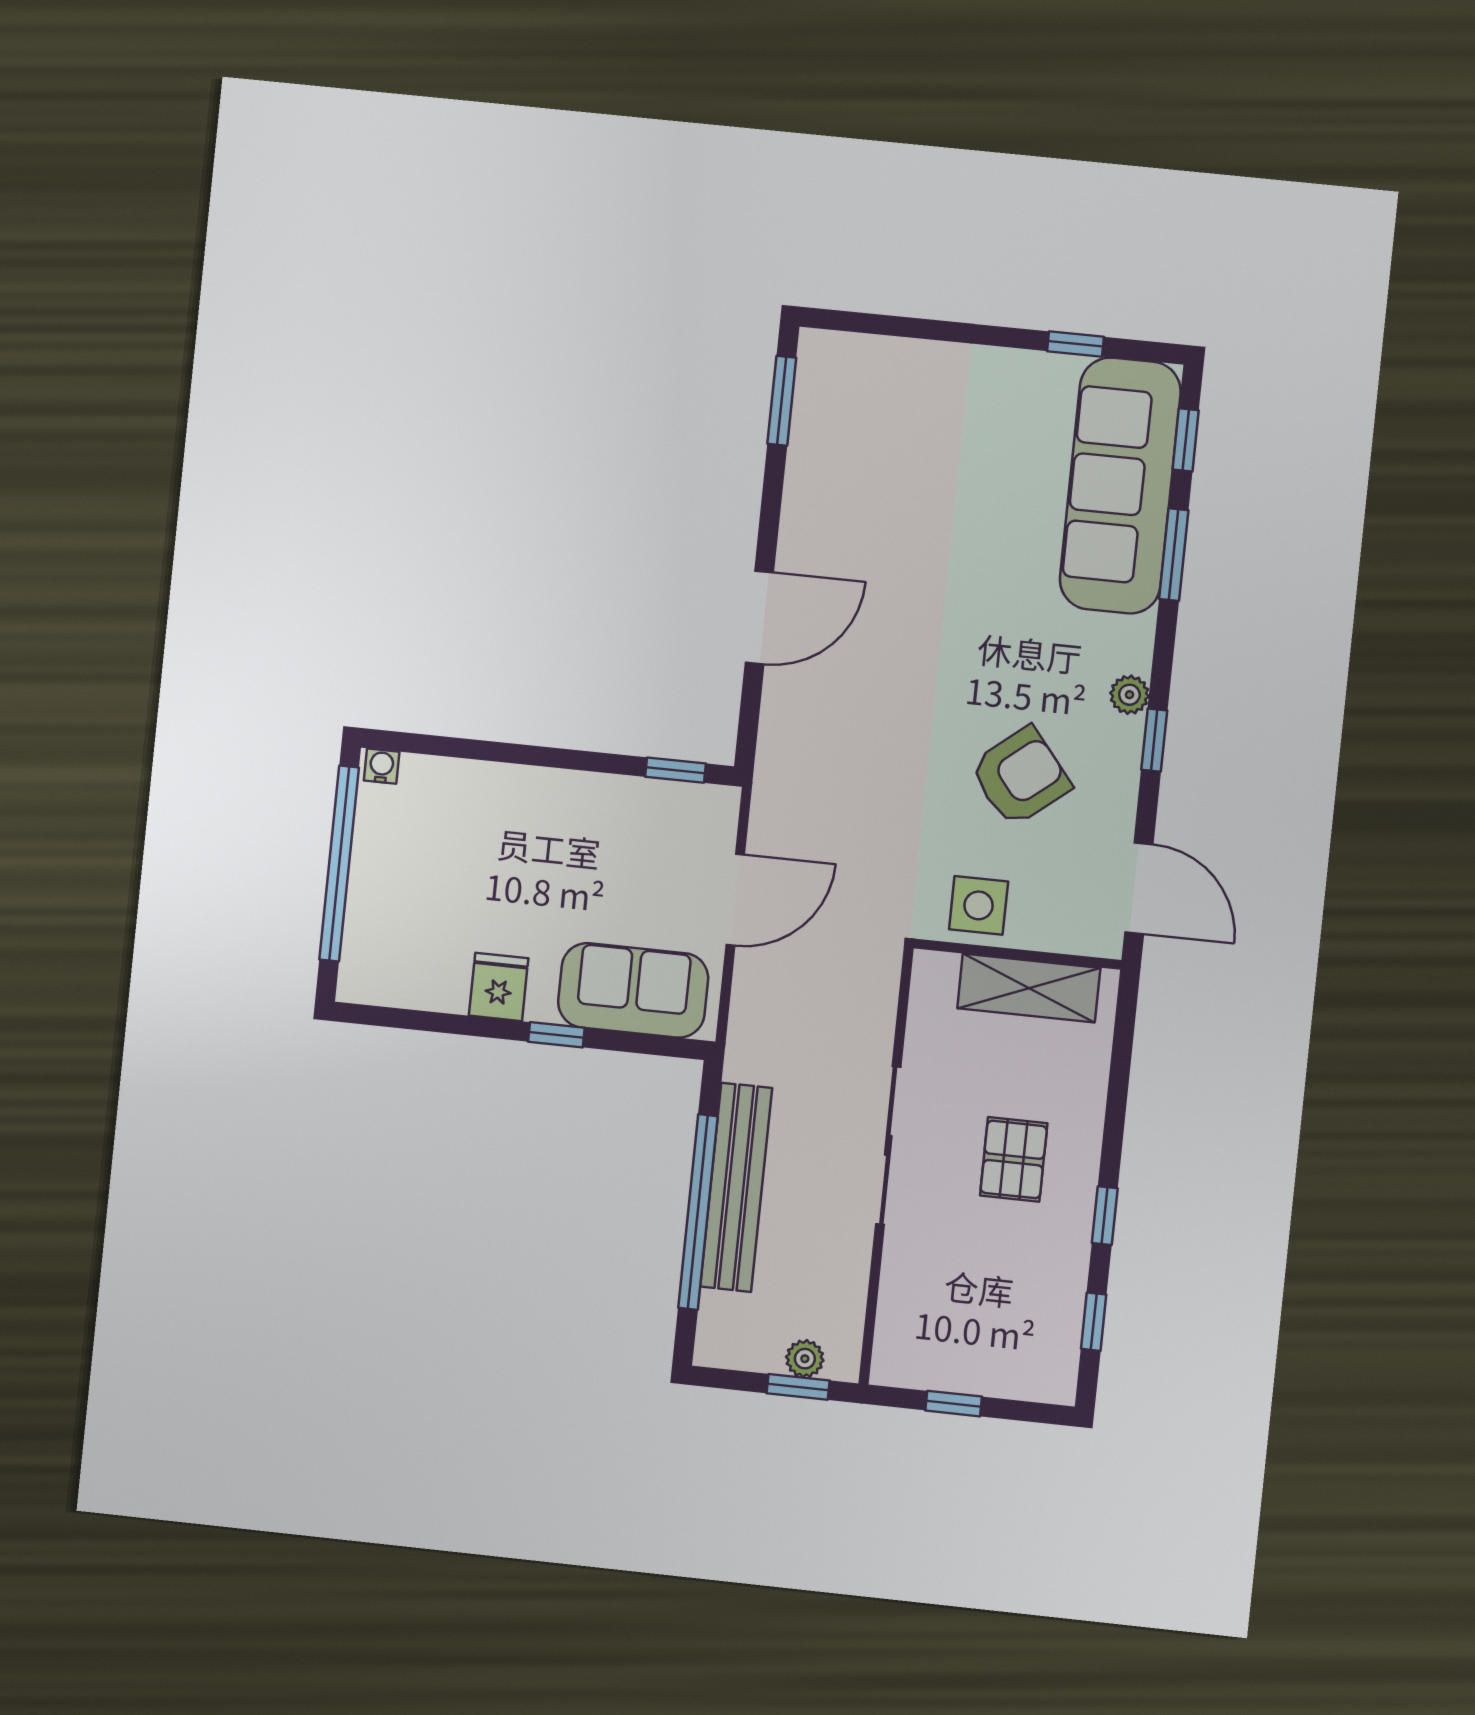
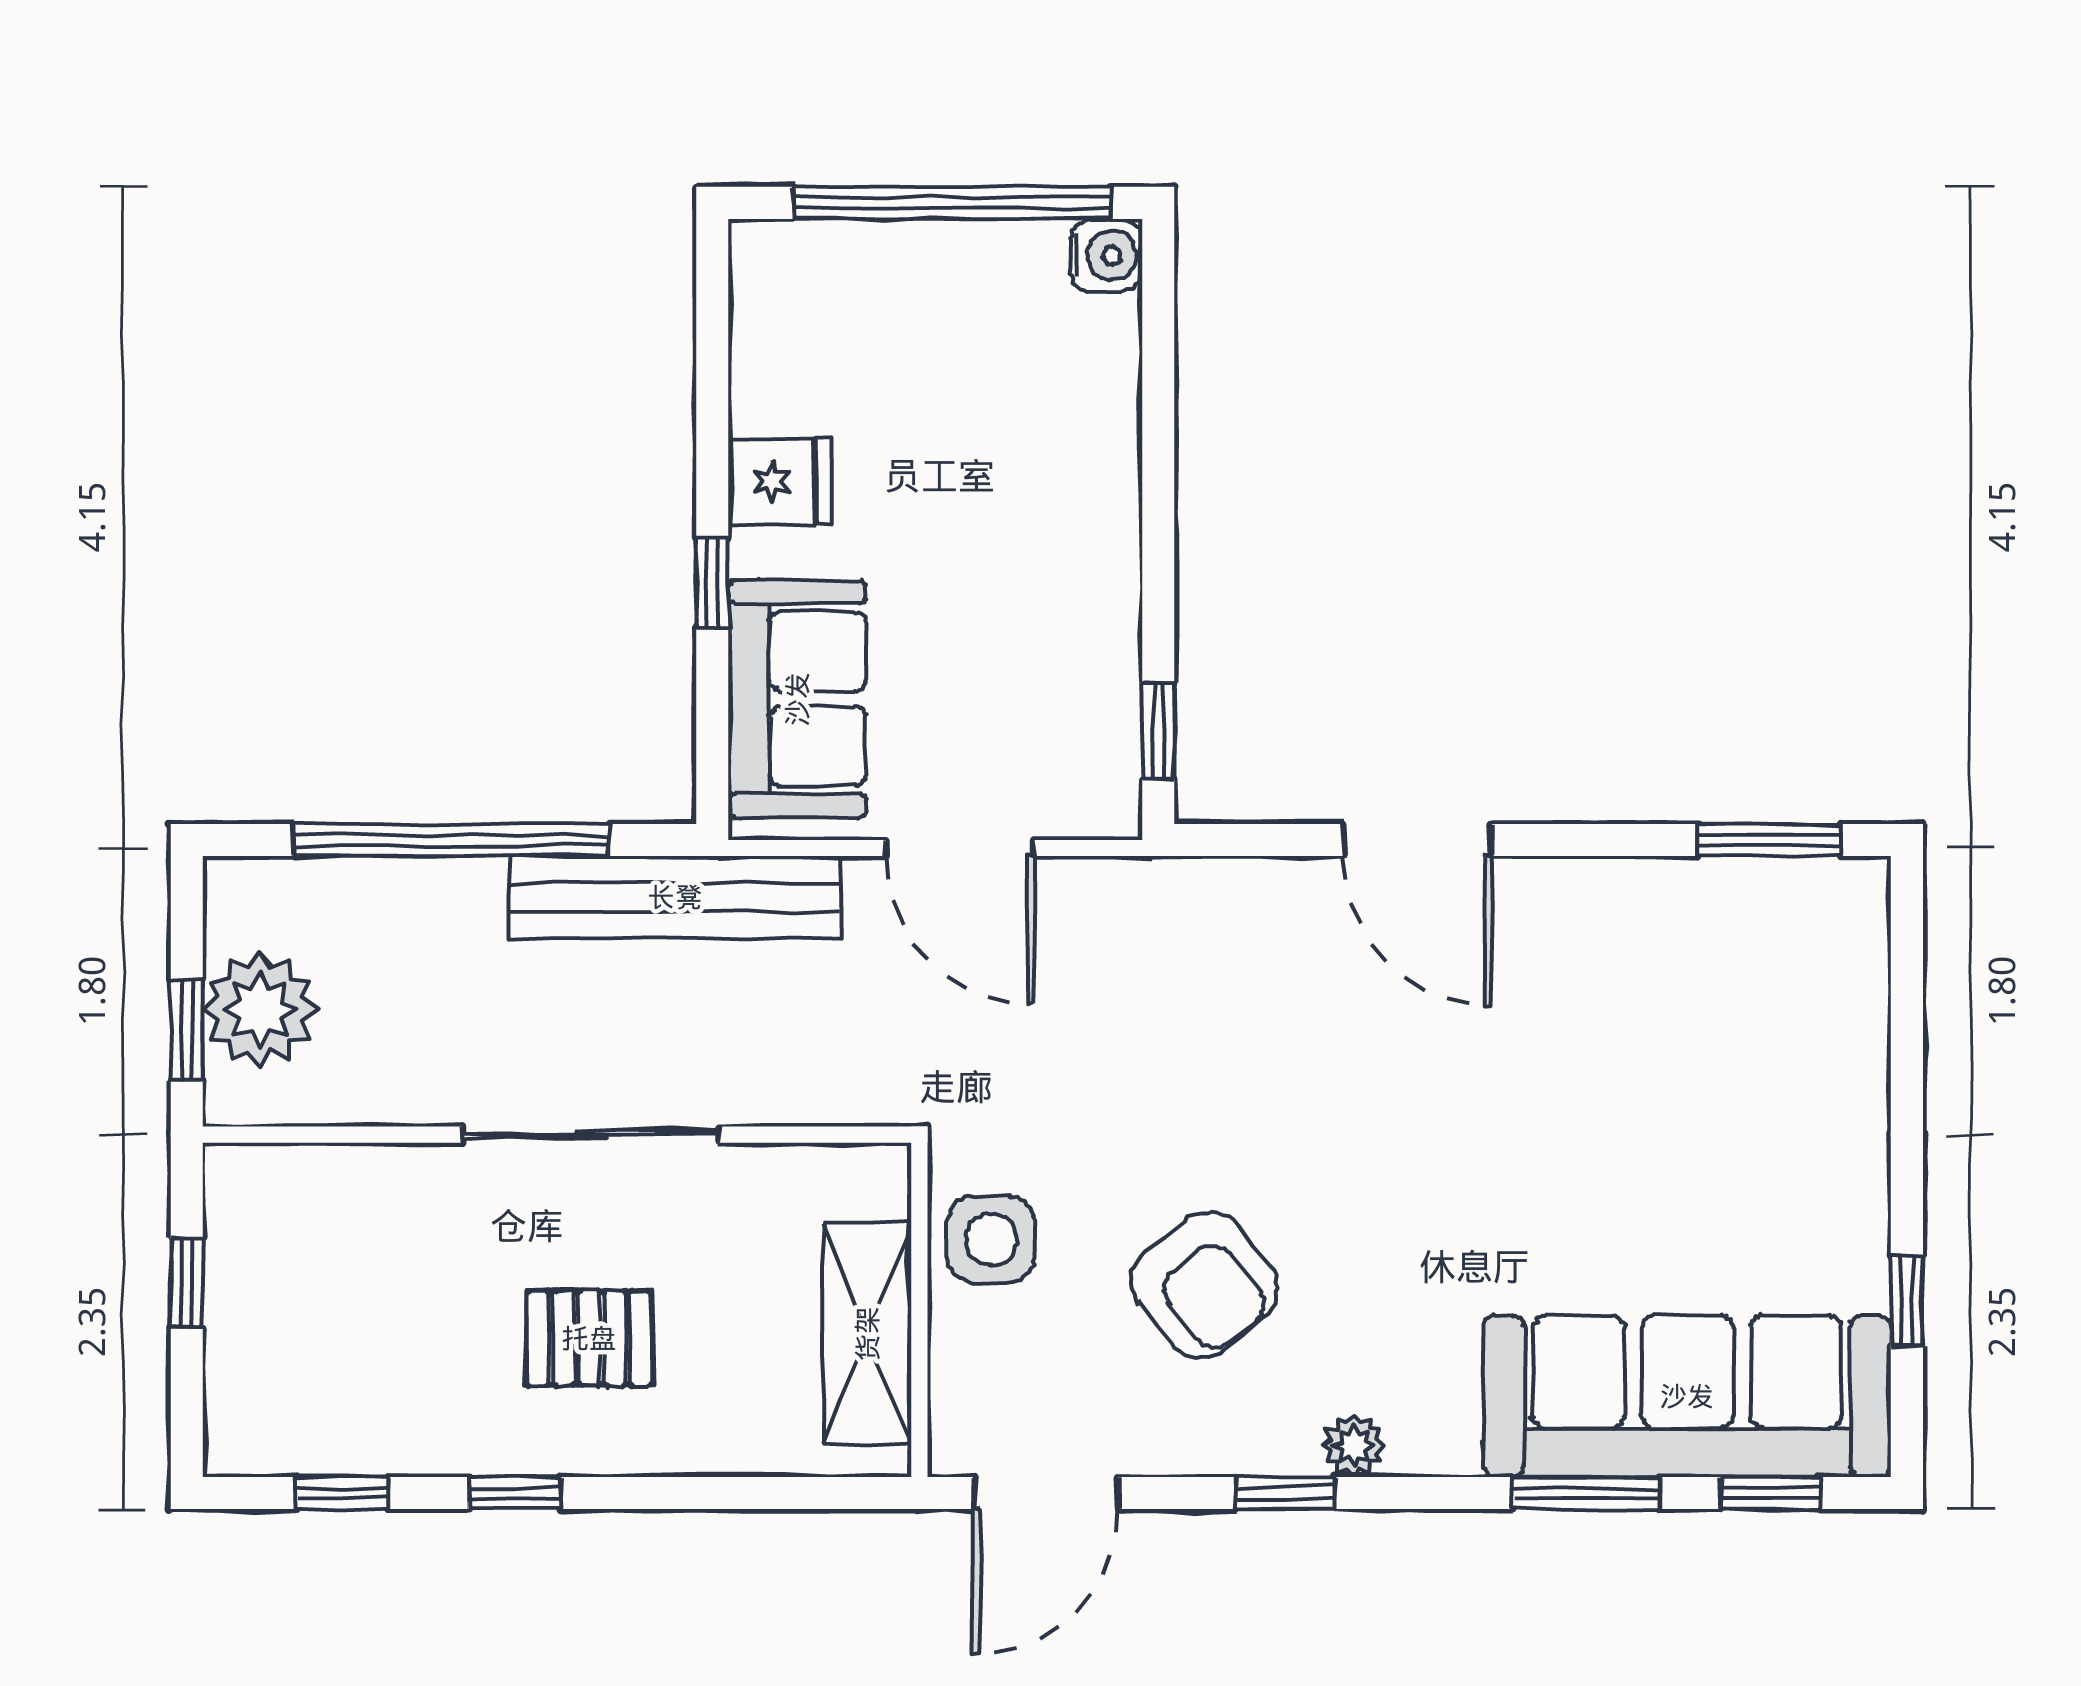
water cooler: (382, 766) -> (1106, 256), width x1.38, depth x1.38
bench: (736, 1187) -> (675, 897), moved
plant: (805, 1359) -> (260, 1010), width x1.88, depth x1.88

